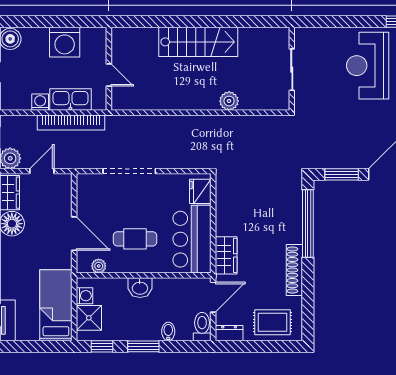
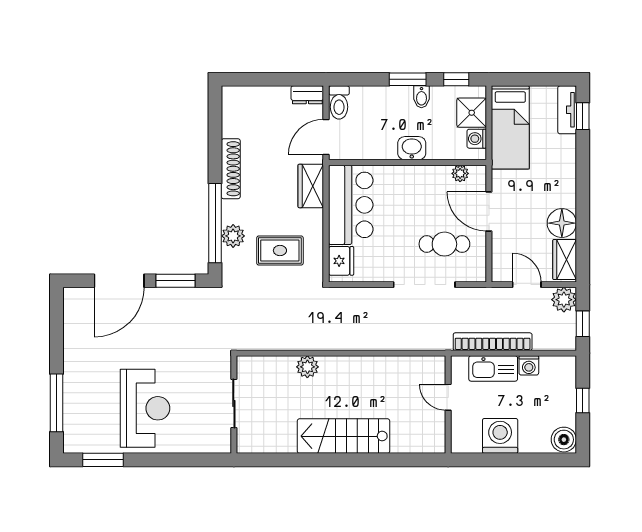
door: (42, 171) -> (527, 285), swing flipped
plant: (292, 213) -> (233, 236), added
cafe table: (135, 239) -> (444, 244), moved
rug: (273, 322) -> (280, 251), moved
bidet: (168, 331) -> (421, 97), moved

